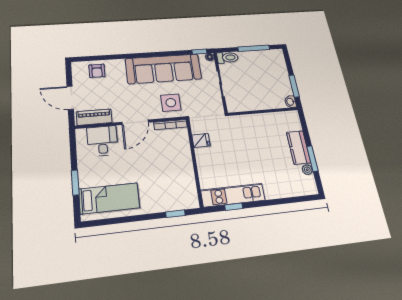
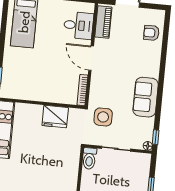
toilet: (228, 58) -> (89, 158), moved
sofa: (163, 69) -> (146, 97), width x0.54, depth x0.79
side table: (171, 103) -> (103, 117), moved
fridge: (201, 141) -> (55, 117), width x1.88, depth x1.34

